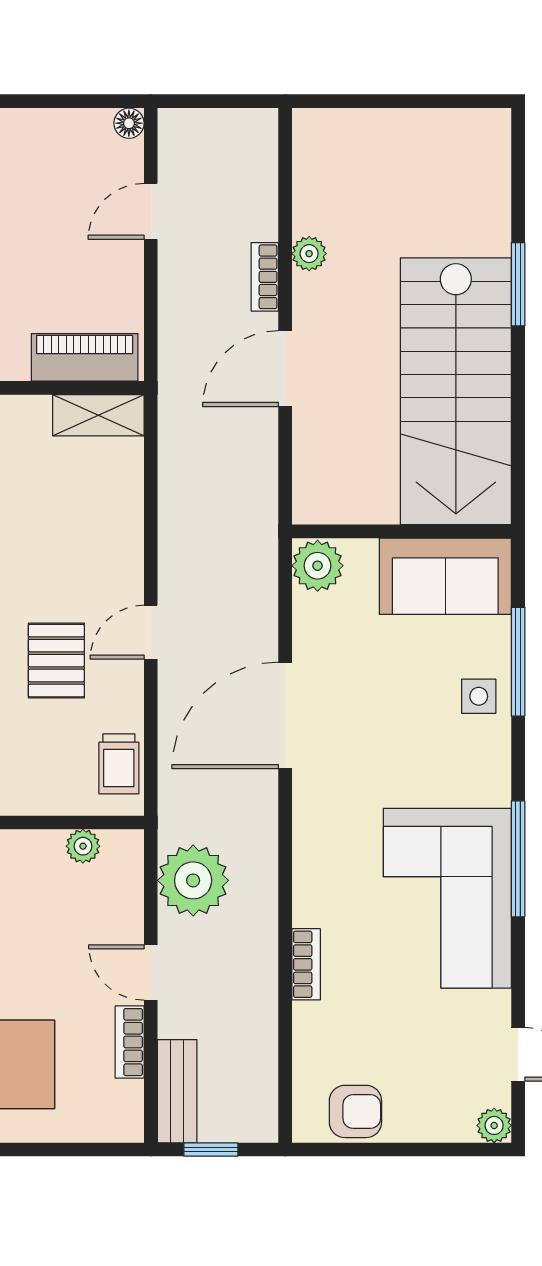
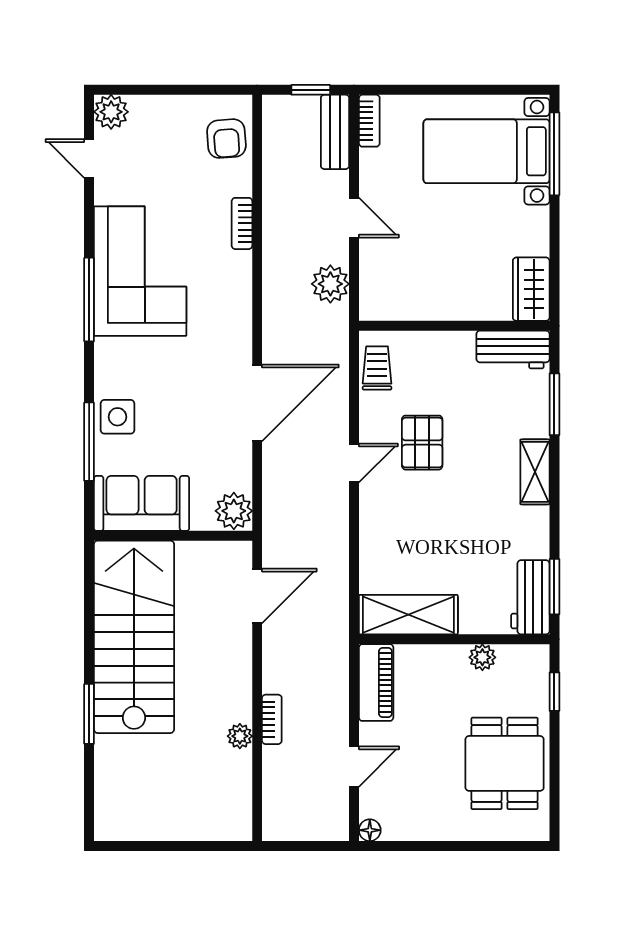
piano: (85, 357) -> (376, 683), moved, turned -90
door: (285, 369) -> (257, 596), moved
shelving: (98, 415) -> (408, 615), width x1.50, depth x1.33
side table: (479, 696) -> (117, 417), width x1.37, depth x1.37
plant: (83, 846) -> (403, 309), removed
plant: (193, 880) -> (330, 284), width x0.73, depth x0.73
bookcase: (130, 1042) -> (369, 121), moved
armchair: (355, 1111) -> (226, 139), moved, turned -94
plant: (494, 1125) -> (111, 112), width x1.38, depth x1.38

